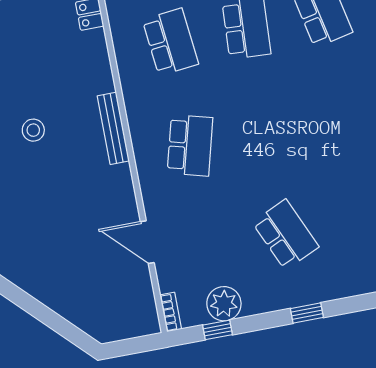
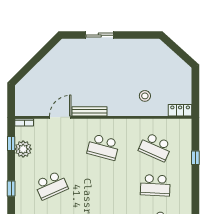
school desk: (170, 42) -> (155, 147), turned 30
bench: (113, 128) -> (90, 111), moved
stool: (33, 130) -> (145, 96), moved

